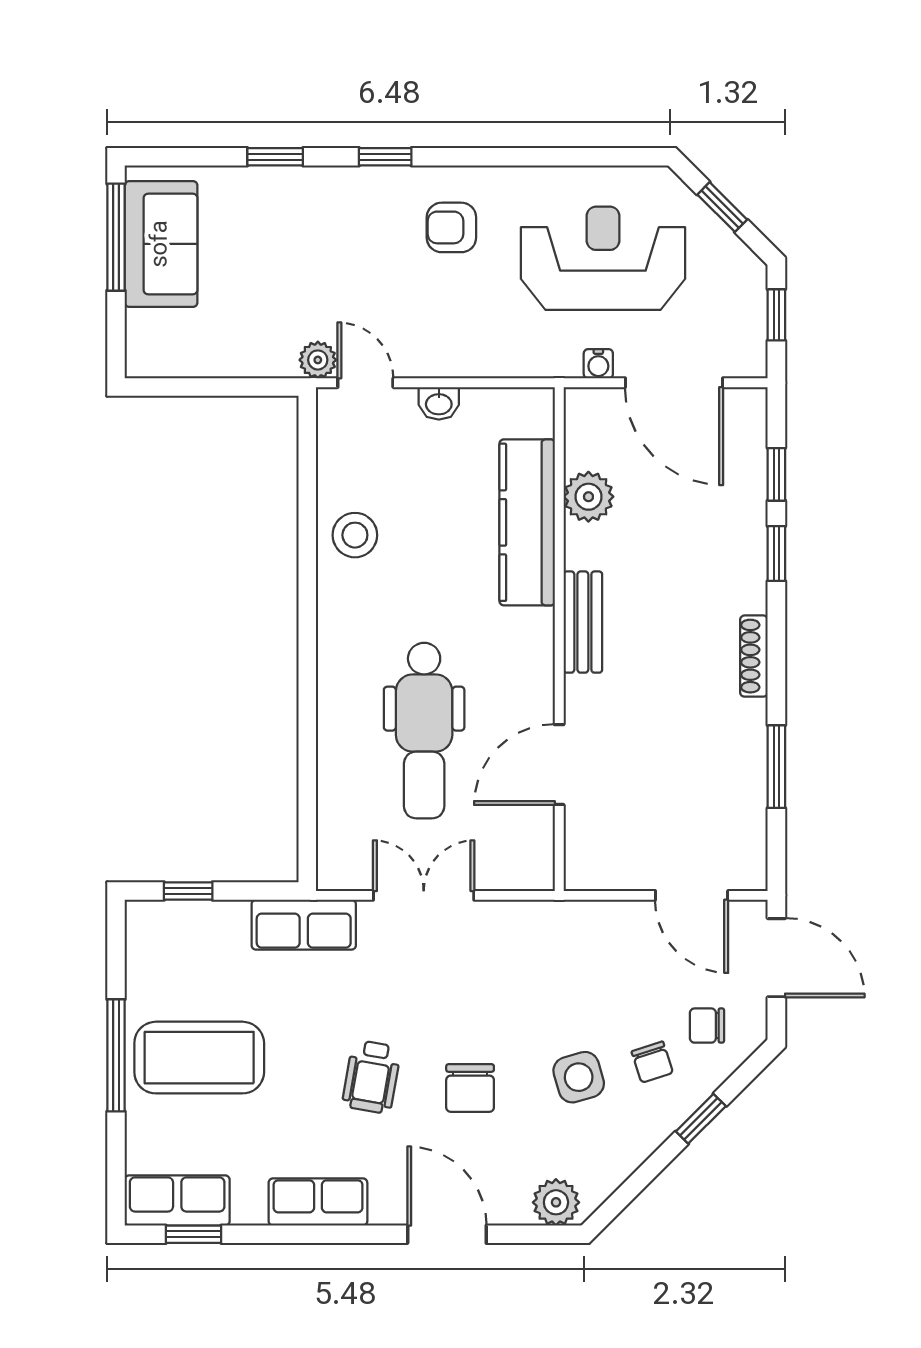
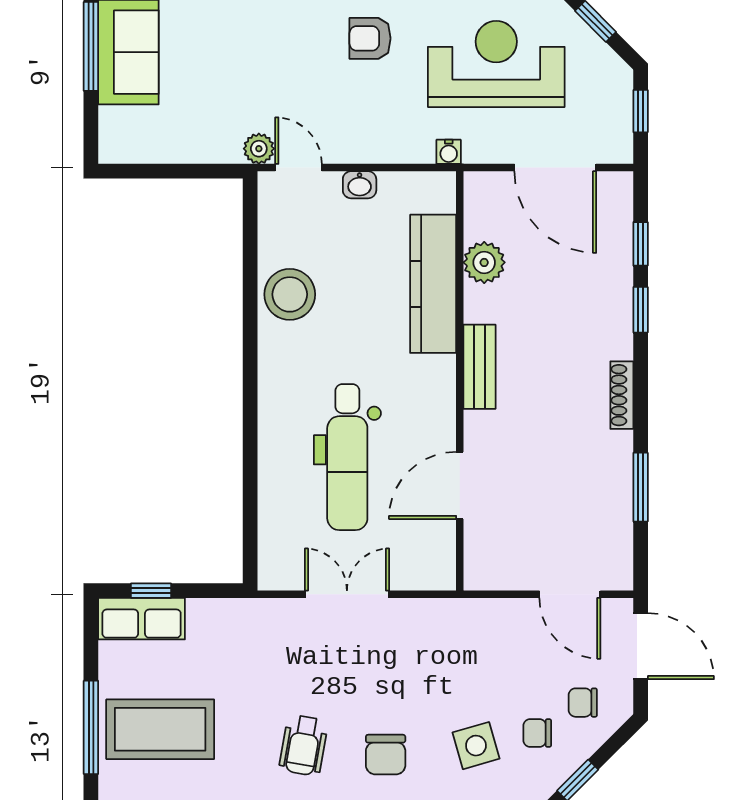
water cooler: (598, 364) -> (449, 152), moved
stool: (355, 535) -> (290, 294), width x1.38, depth x1.38
row of seats: (304, 925) -> (142, 619), moved
chair: (652, 1062) -> (537, 733), turned 108

